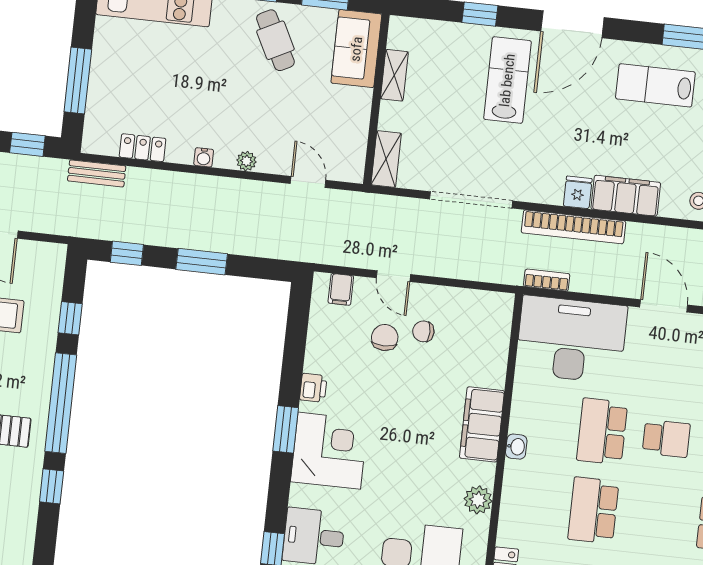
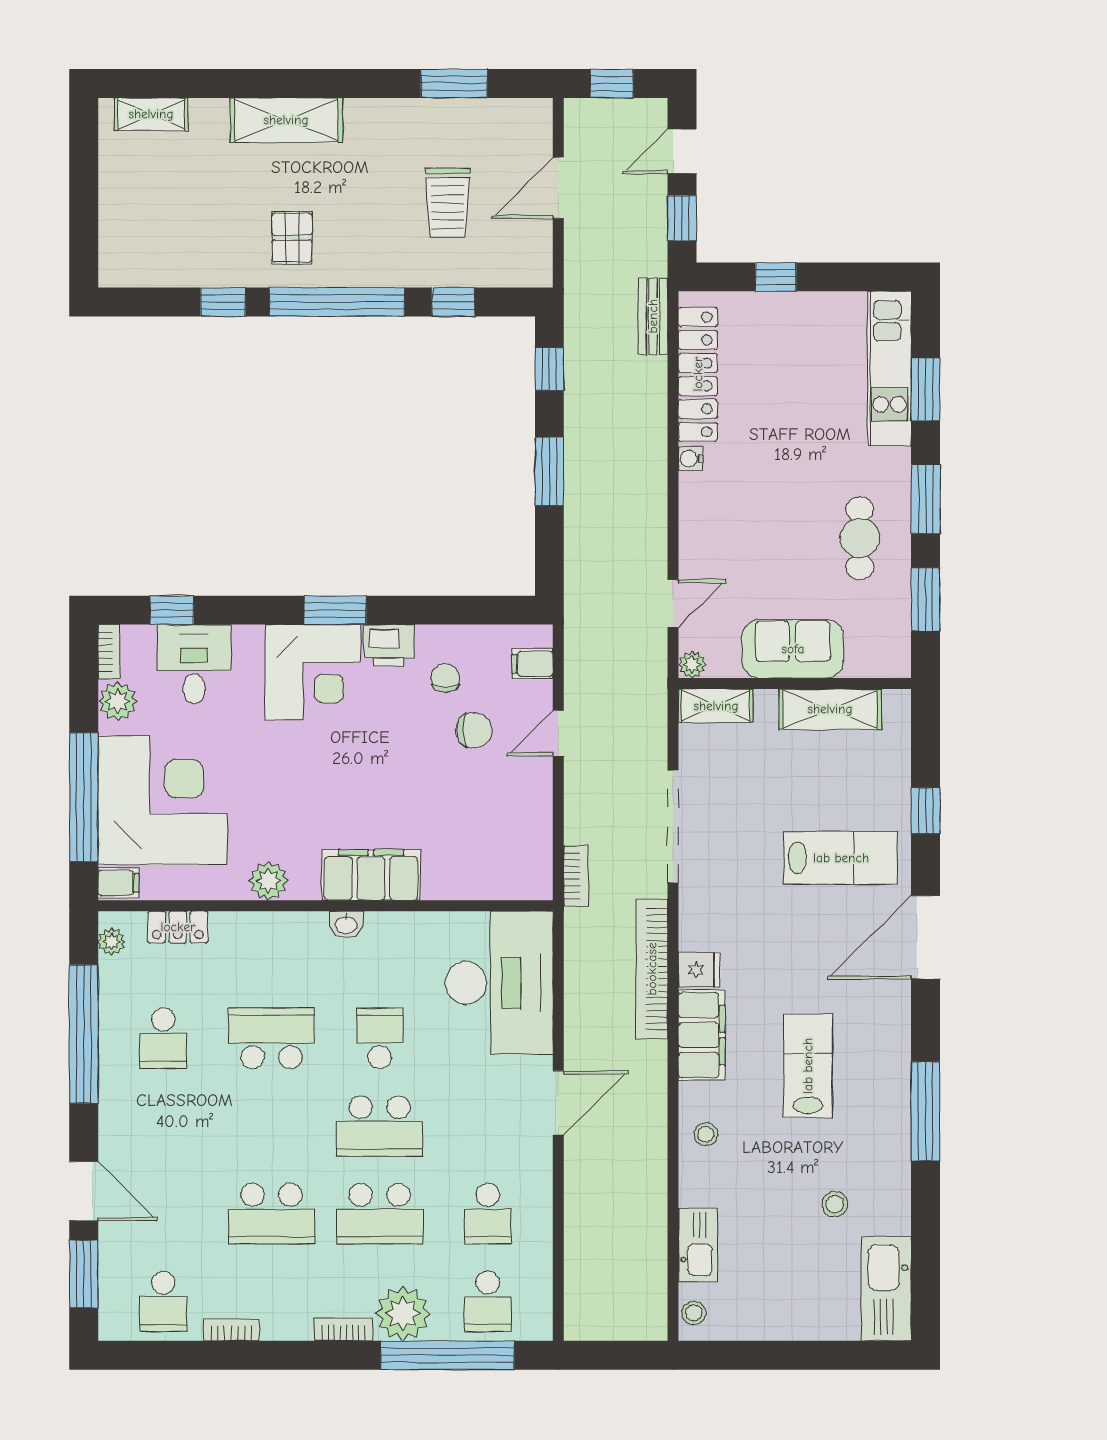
door: (572, 24) -> (926, 937), hinge flipped
cafe table: (275, 40) -> (860, 538), turned -63
sofa: (356, 49) -> (793, 649), moved
shelving: (394, 75) -> (830, 709), width x1.50, depth x1.33
window: (78, 80) -> (776, 277), width x0.46
lab bench: (655, 85) -> (808, 1066), moved
locker: (143, 148) -> (698, 374), width x2.16, depth x1.21
plant: (246, 161) -> (692, 665), moved
bookcase: (547, 280) -> (576, 876), moved
chair: (423, 331) -> (445, 678), moved
printer: (313, 388) -> (389, 645), width x1.36, depth x1.24
school desk: (602, 431) -> (380, 1038), width x0.54
school desk: (666, 438) -> (380, 1126), width x1.85

